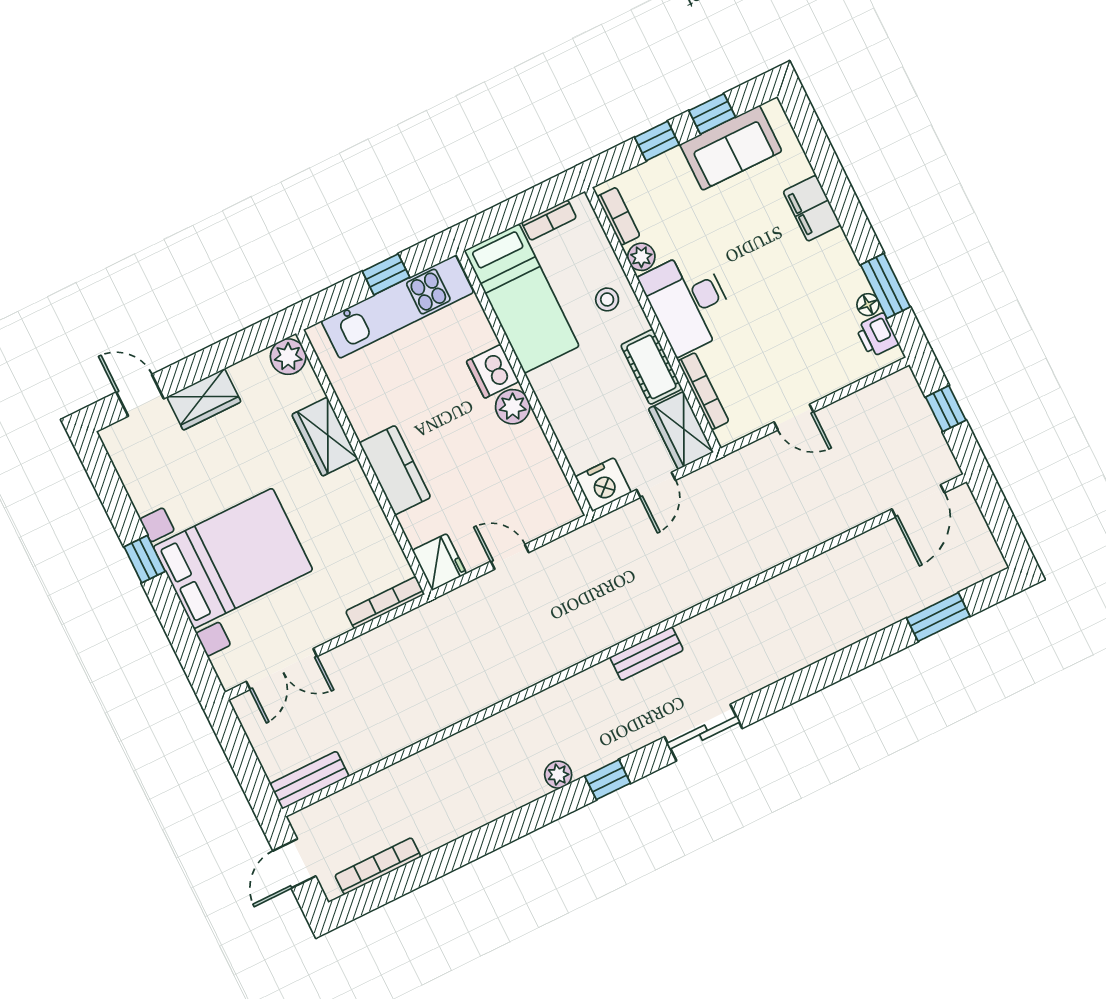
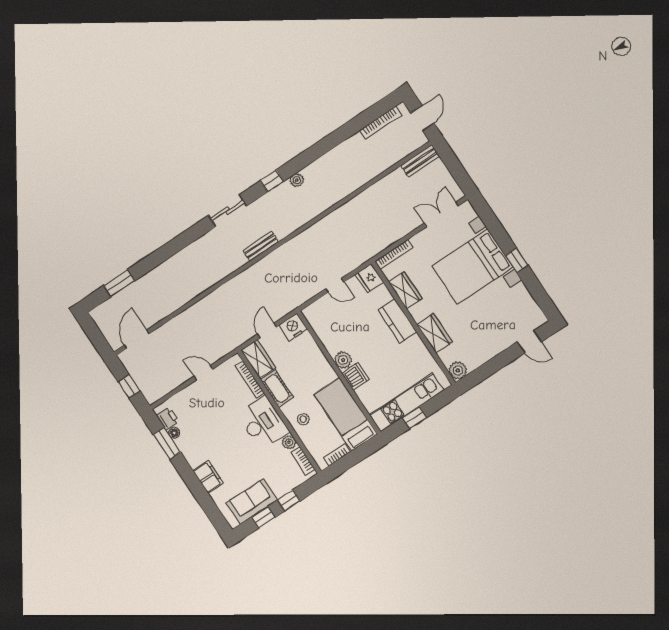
wardrobe: (204, 399) -> (405, 290), moved, turned 90

